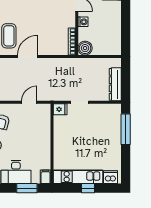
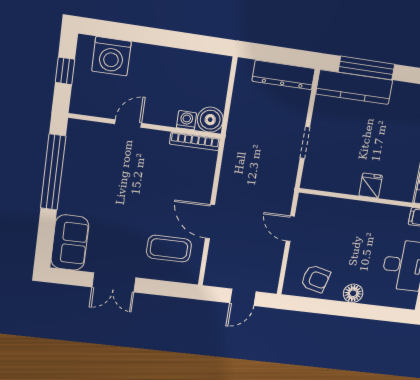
washing machine: (83, 22) -> (186, 120), moved
fridge: (60, 109) -> (371, 186), moved
kitchen counter: (114, 124) -> (354, 87), added

